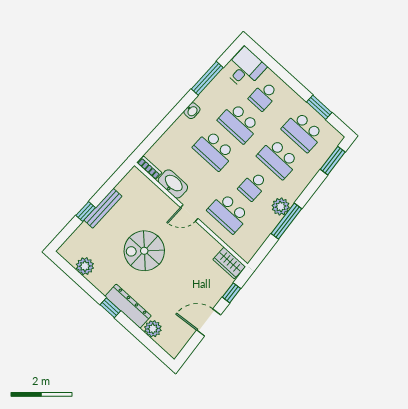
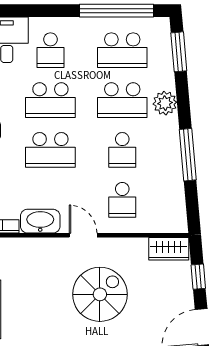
window: (319, 107) -> (117, 11), width x2.11
plant: (281, 207) -> (165, 103), moved
door: (189, 213) -> (83, 235), swing flipped
school desk: (228, 213) -> (122, 200), width x0.54
spiral stairs: (144, 251) -> (100, 294), moved, turned 180

